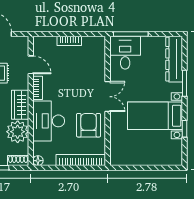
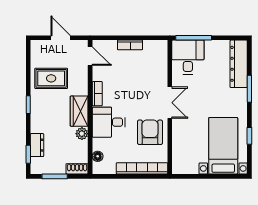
door: (31, 65) -> (90, 56), moved
bed with nightstands: (155, 116) -> (223, 146), moved, turned 90
desk: (49, 121) -> (109, 122), width x0.73
plant: (18, 132) -> (82, 134), width x0.53, depth x0.53
floor lamp: (38, 161) -> (98, 156), moved

